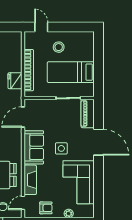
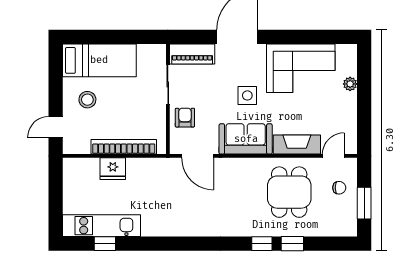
bed: (71, 72) -> (99, 60), moved, turned -90
fridge: (15, 81) -> (113, 169), moved
door: (23, 203) -> (333, 156), swing flipped
armchair: (46, 208) -> (185, 118), moved

